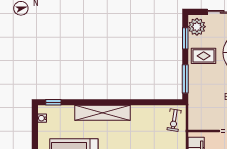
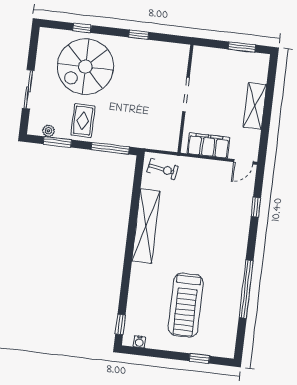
plant: (197, 27) -> (48, 131), width x0.53, depth x0.53
shelving: (102, 113) -> (146, 226), moved

